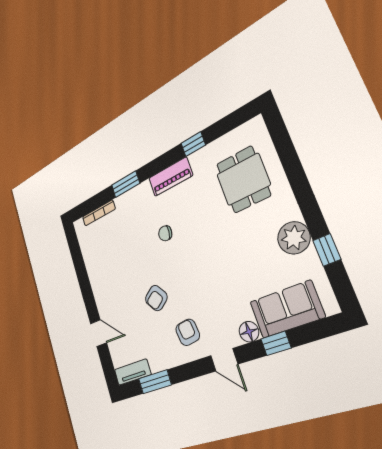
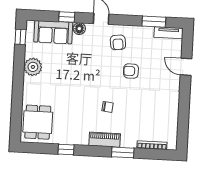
piano: (171, 177) -> (105, 140), moved
dining table: (243, 179) -> (38, 122), moved
window: (327, 250) -> (20, 37), moved
armchair: (156, 298) -> (131, 71), turned -145

